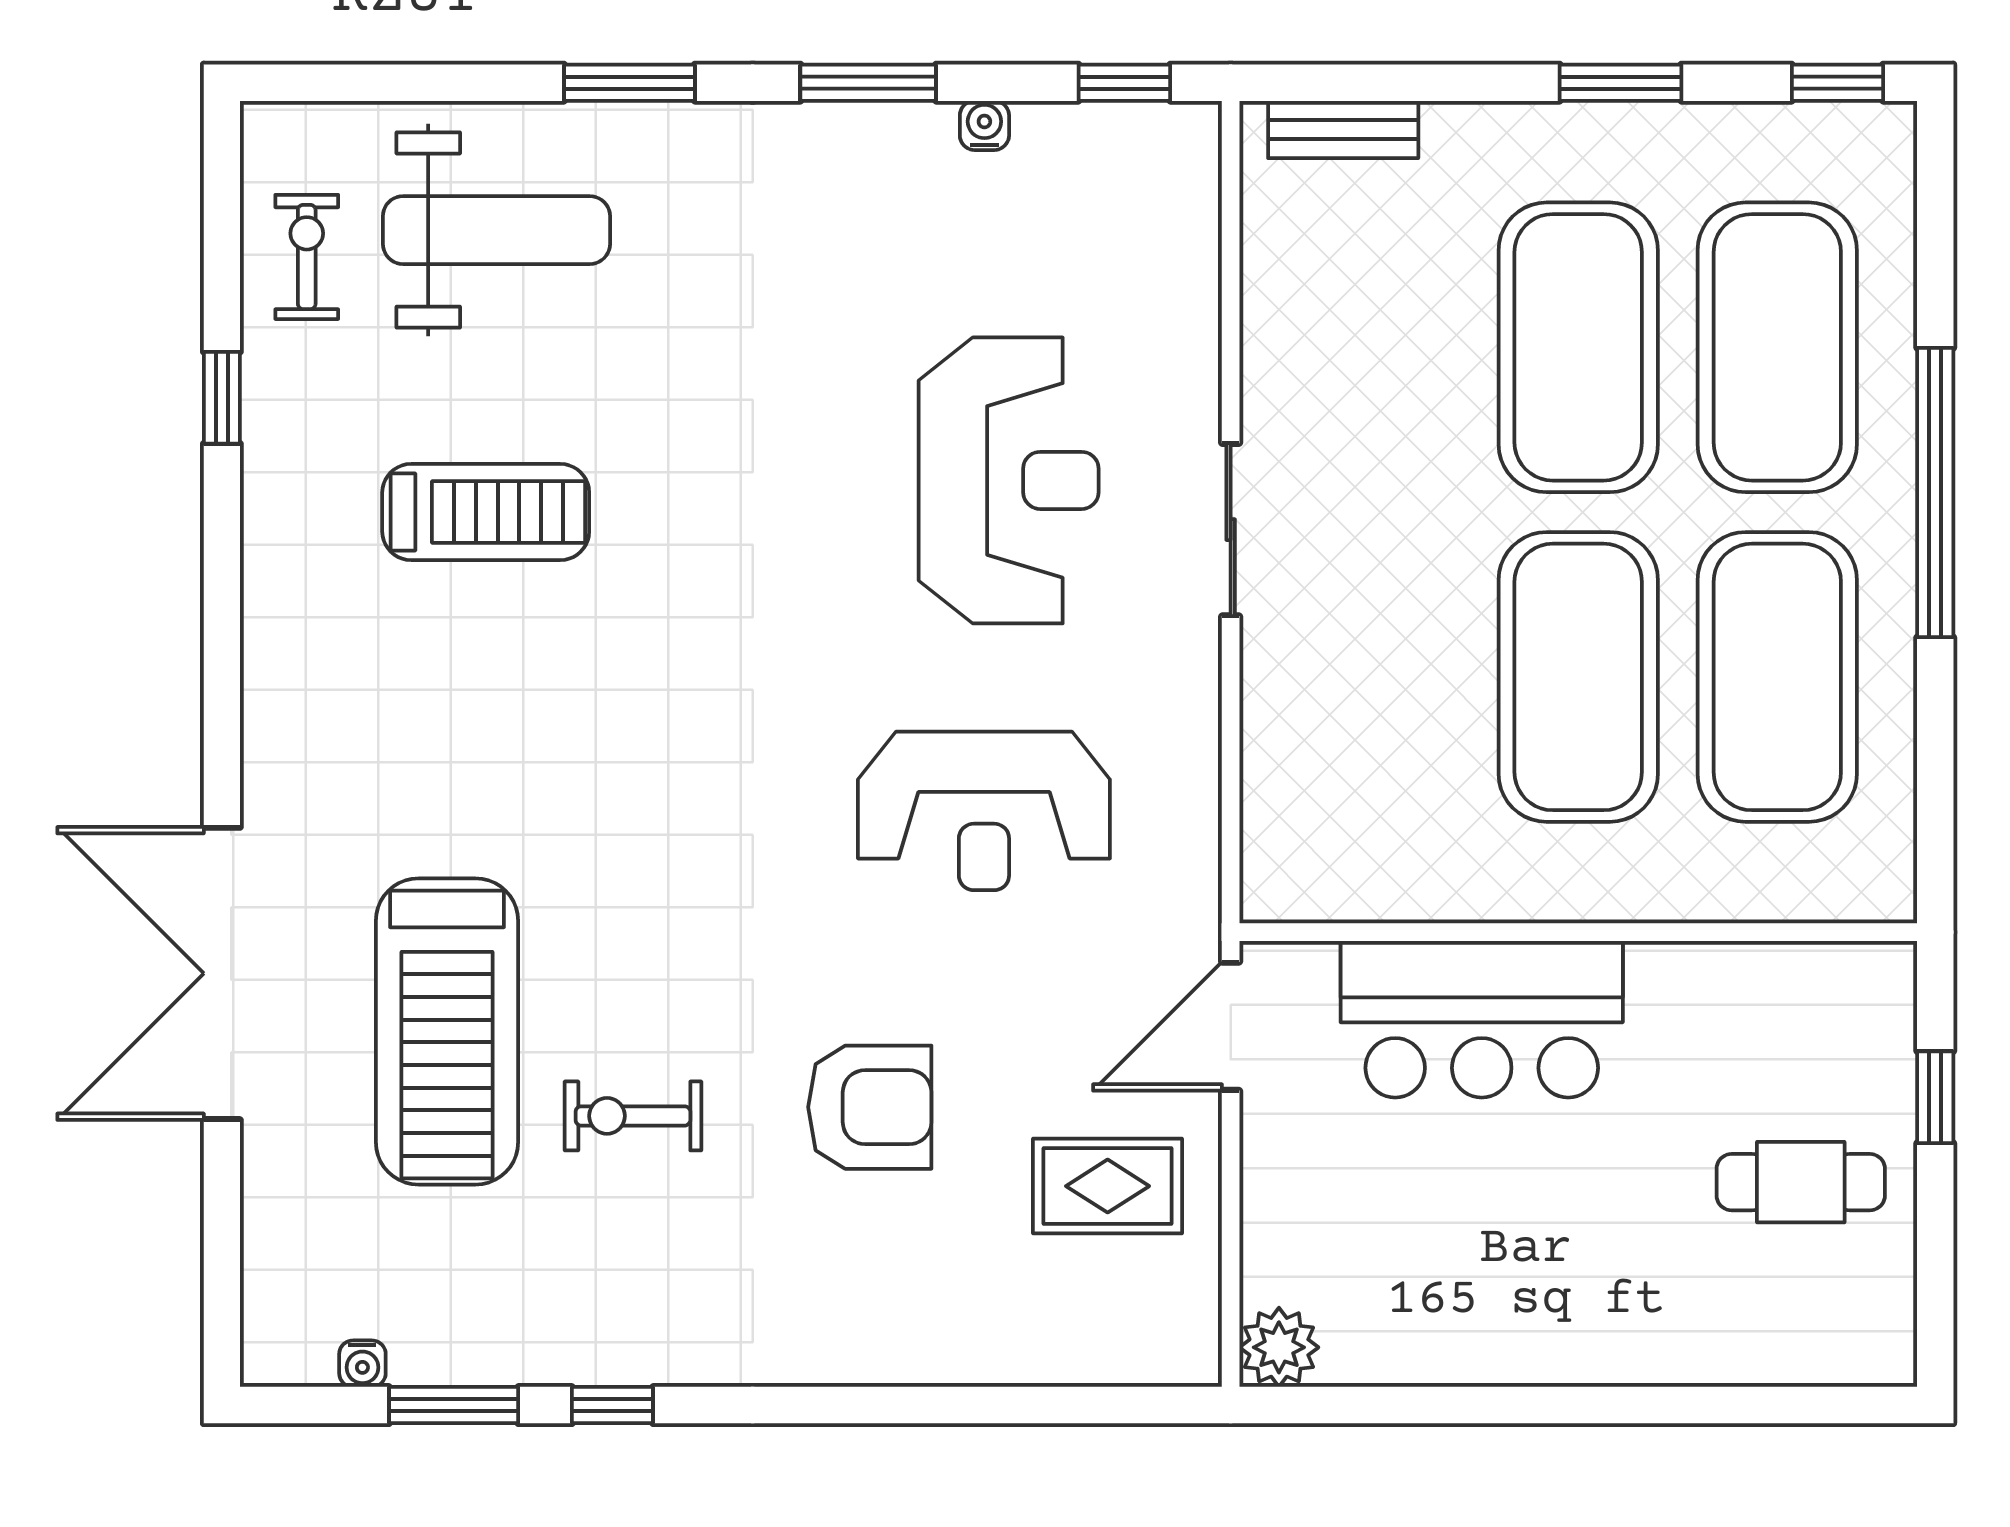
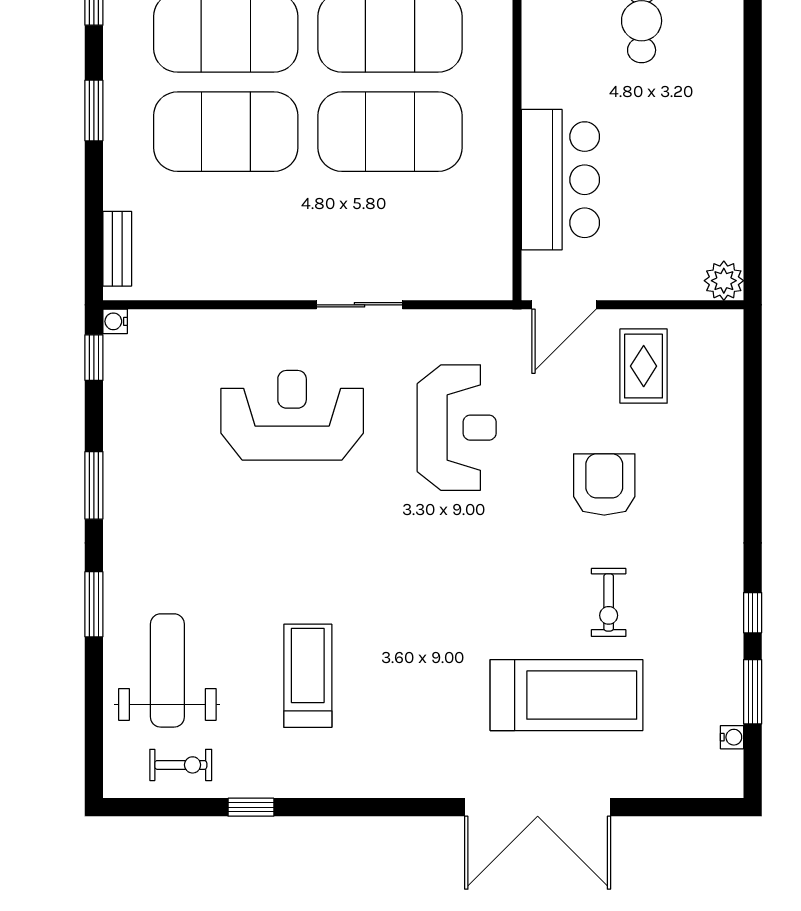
water cooler: (984, 125) -> (115, 321), moved
exercise bike: (307, 257) -> (181, 765), turned 180
sliding door: (1231, 530) -> (360, 305), moved
door: (1231, 1026) -> (564, 305), hinge flipped

